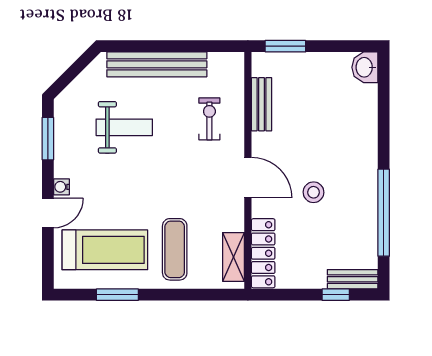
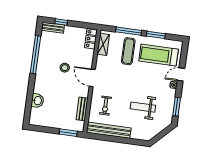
bench: (157, 64) -> (109, 130), moved
washbasin: (365, 67) -> (37, 101), moved
locker: (263, 253) -> (91, 39), width x0.66
window: (180, 295) -> (129, 31), added

